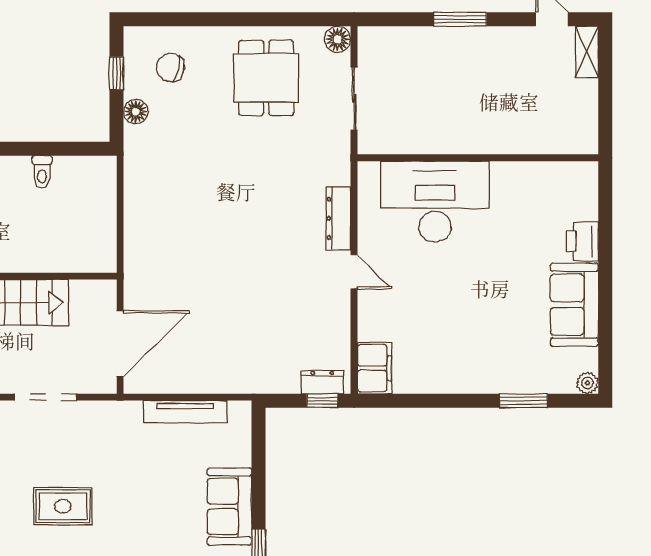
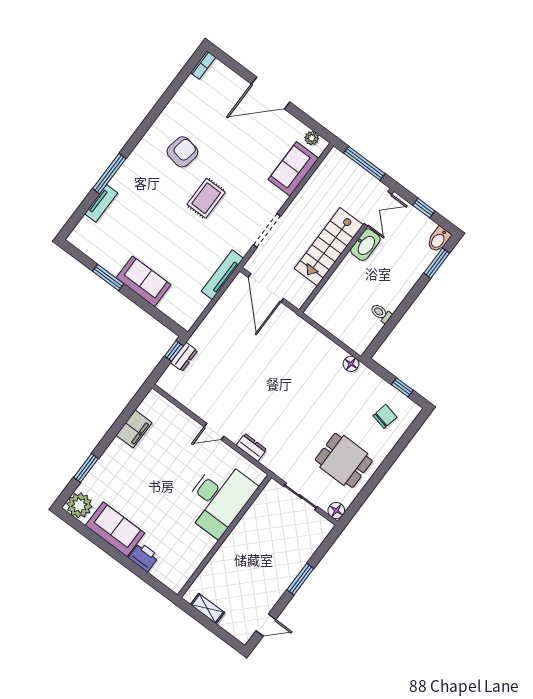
shelving: (587, 52) -> (207, 608), moved
floor lamp: (136, 112) -> (351, 364), moved
dresser: (338, 218) -> (251, 447), width x0.70
filing cabinet: (374, 368) -> (134, 429), moved, turned -90
dresser: (322, 382) -> (184, 357), moved
plant: (587, 383) -> (79, 505), width x1.88, depth x1.88
window: (322, 401) -> (174, 351), moved
tv unit: (185, 412) -> (222, 275), moved

